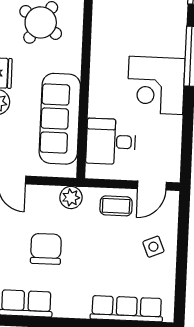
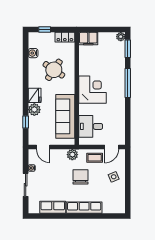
corner desk: (156, 85) -> (92, 90), moved, turned 180
chair: (46, 249) -> (81, 177), moved
row of seats: (127, 309) -> (84, 208), moved

